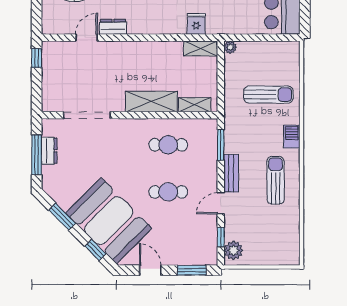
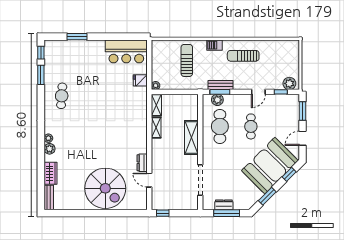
fridge: (196, 24) -> (140, 80), moved
shelving: (195, 105) -> (156, 128), moved
plant: (209, 141) -> (217, 100), added
cafe table: (168, 145) -> (220, 126), width x1.37, depth x1.35
bench: (231, 173) -> (221, 85), moved
door: (221, 203) -> (258, 92), hinge flipped

